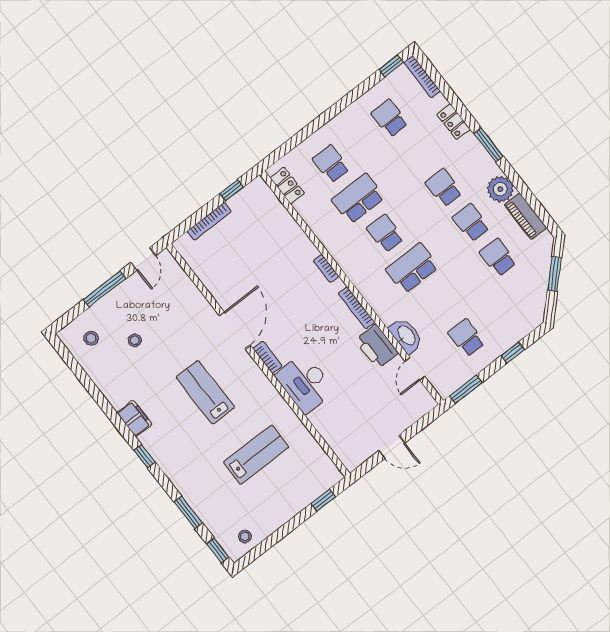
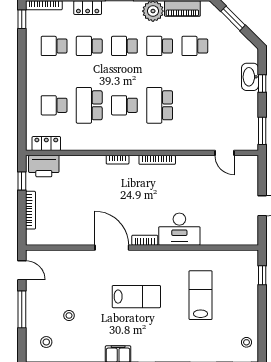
washbasin: (406, 336) -> (250, 77), moved, turned -90
school desk: (466, 338) -> (89, 46), moved
printer: (377, 347) -> (44, 166), moved
lab bench: (205, 392) -> (136, 297), turned 180

